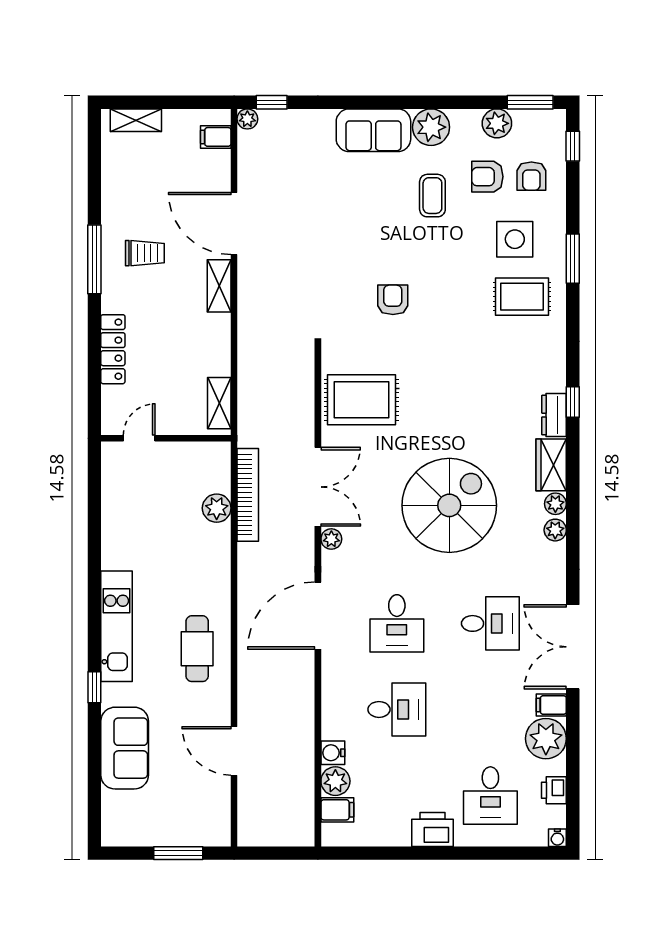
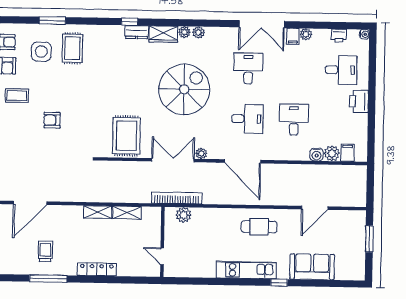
shelving: (219, 286) -> (98, 212), moved
armchair: (393, 300) -> (52, 120), moved
door: (139, 438) -> (162, 256), moved
wall: (166, 438) -> (162, 242), moved
spiral stairs: (449, 505) -> (184, 89), turned 90
plant: (546, 739) -> (306, 34), width x0.53, depth x0.53

